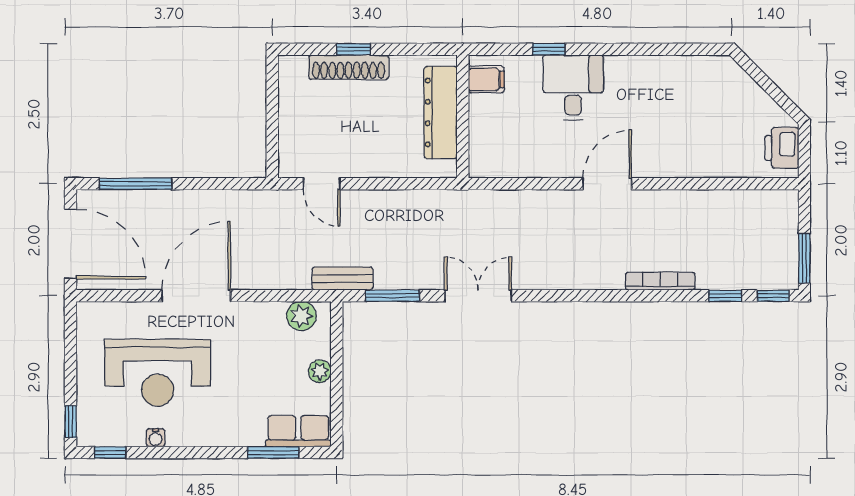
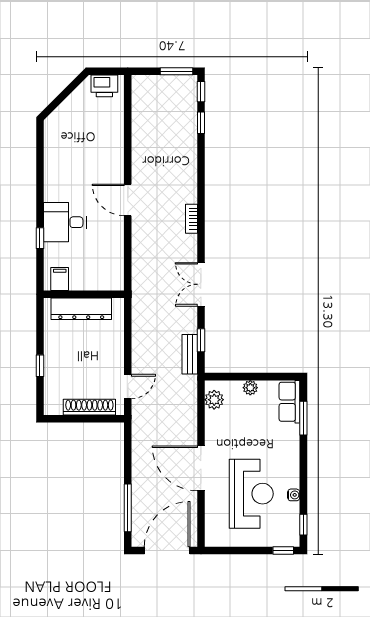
shoe rack: (349, 67) -> (89, 407), moved, turned -90
bench: (342, 279) -> (190, 354), moved
bookcase: (660, 281) -> (191, 219), moved, width x0.64
window: (393, 296) -> (201, 340), width x0.67

